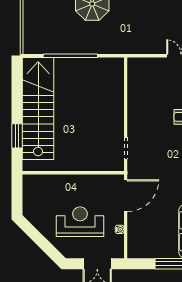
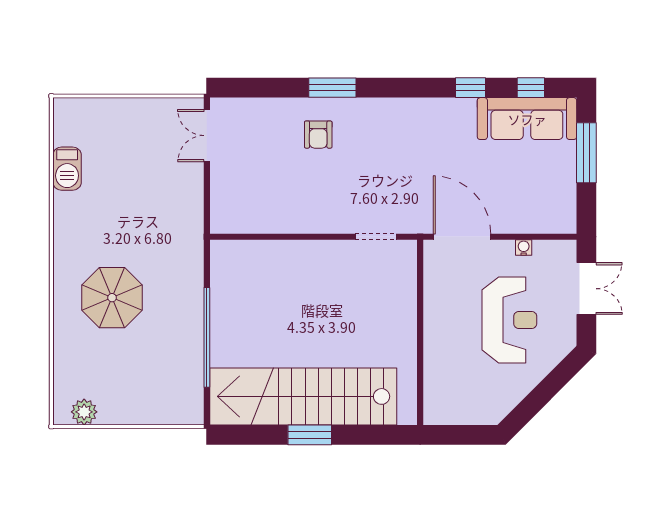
window: (17, 136) -> (310, 435), moved
reception desk: (80, 222) -> (509, 320), turned 180

